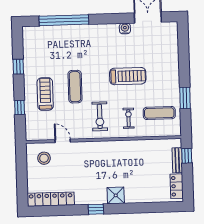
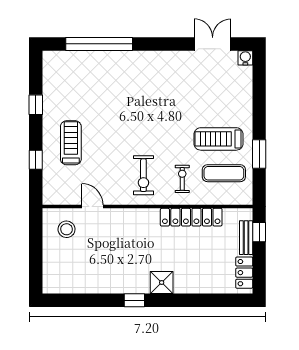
water cooler: (125, 28) -> (245, 58), moved
treadmill: (128, 76) -> (219, 139), moved, turned 180
exercise mat: (75, 87) -> (111, 134), removed
locker: (51, 199) -> (191, 217), moved, turned 180

